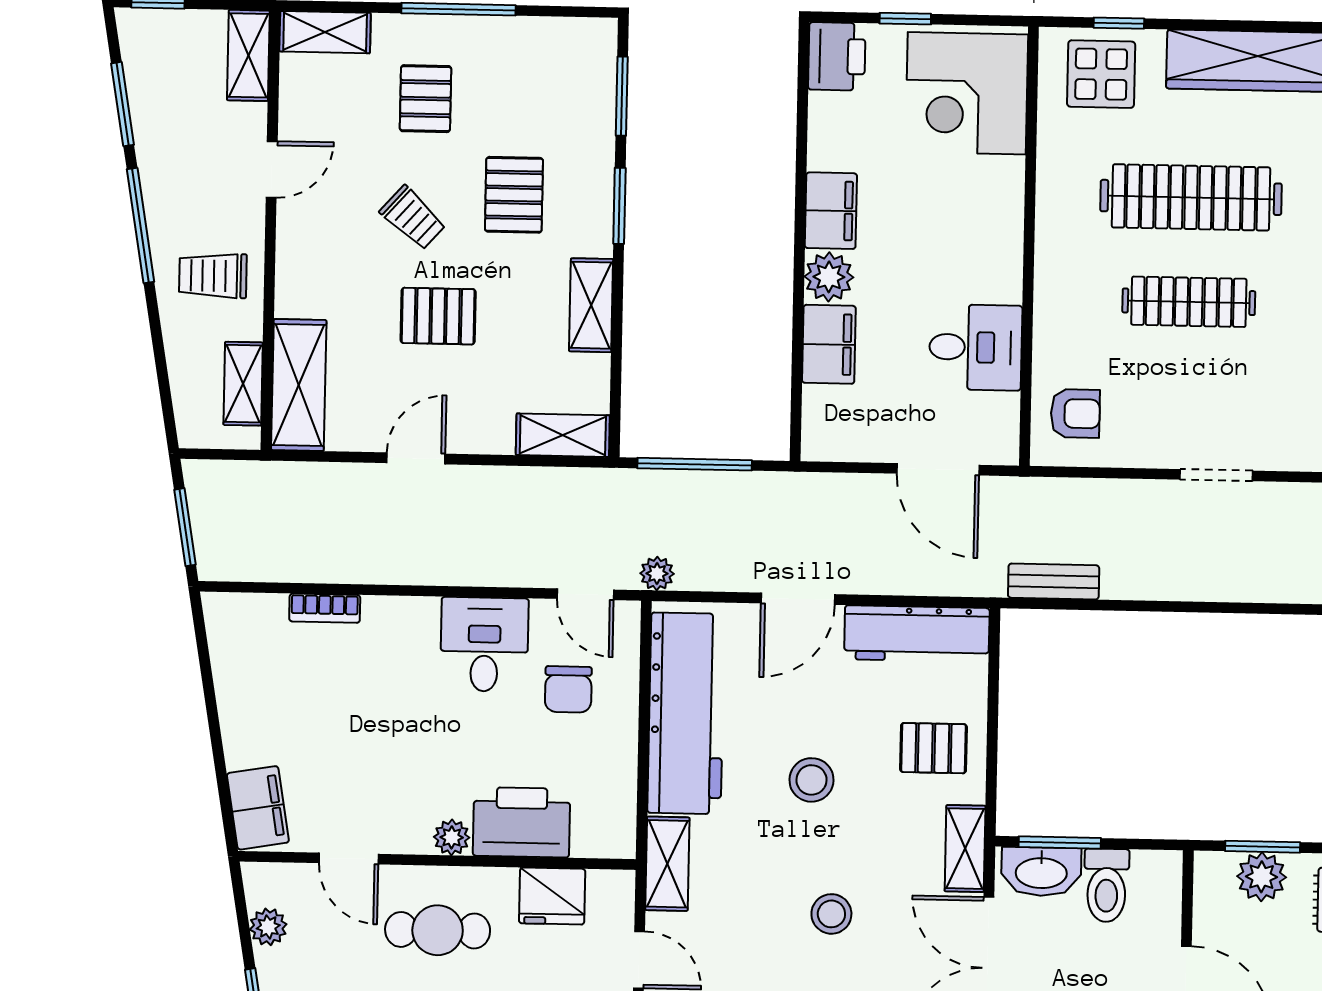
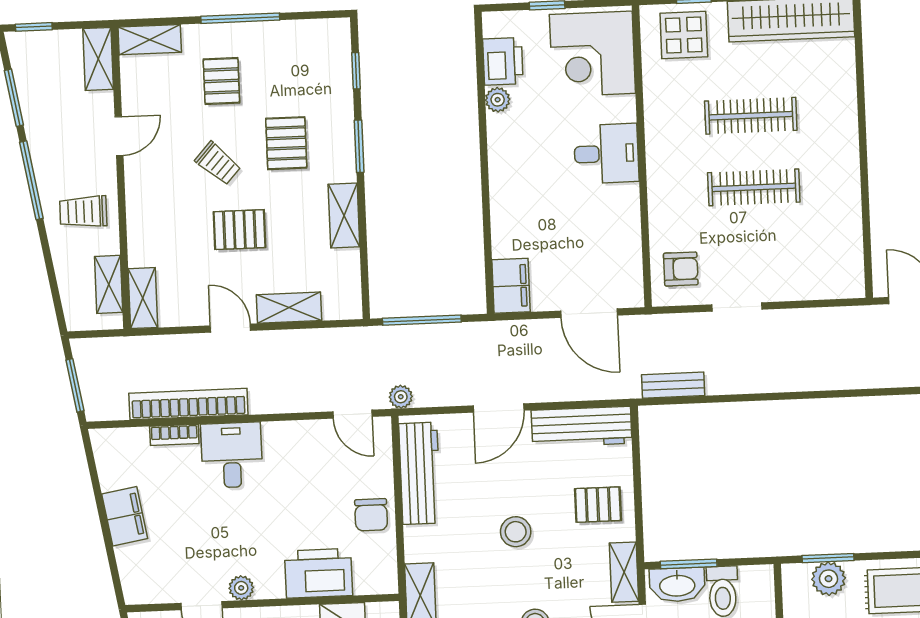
printer: (837, 56) -> (503, 61), moved
window: (622, 96) -> (356, 71), width x0.67
clothes rail: (1191, 197) -> (751, 116), width x0.73, depth x0.76
filing cabinet: (831, 211) -> (504, 140), removed
plant: (829, 277) -> (498, 100), moved, width x0.73, depth x0.73
filing cabinet: (829, 344) -> (511, 286), moved
desk: (976, 347) -> (606, 154), moved
shelving: (299, 385) -> (143, 298), width x0.67, depth x0.75
shelving: (563, 435) -> (289, 308), moved
door: (416, 458) -> (230, 328), hinge flipped
doorway: (1216, 475) -> (737, 307), moved
bookcase: (348, 565) -> (188, 404), added
desk: (484, 644) -> (232, 455), moved
chair: (568, 689) -> (371, 515), moved
workbench: (686, 713) -> (420, 473), width x0.73, depth x0.76
filing cabinet: (258, 808) -> (125, 516), moved
plant: (452, 837) -> (241, 588), moved

